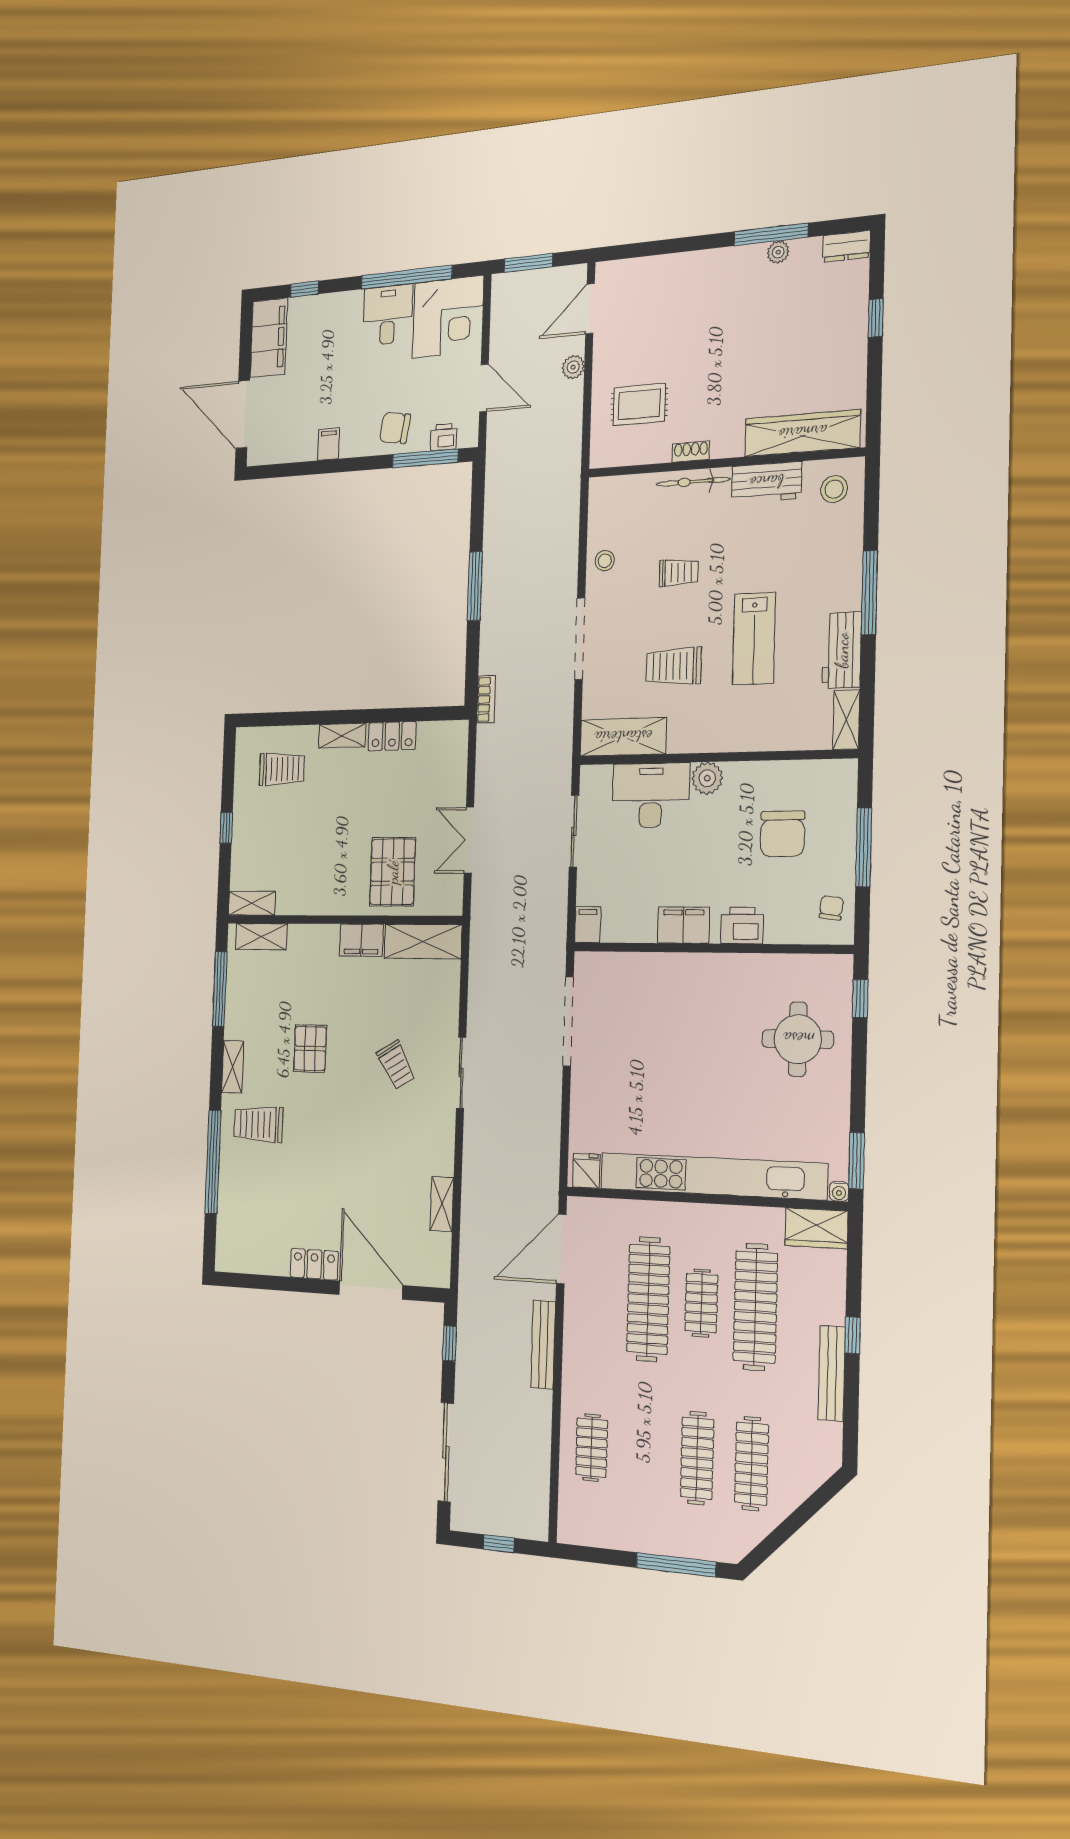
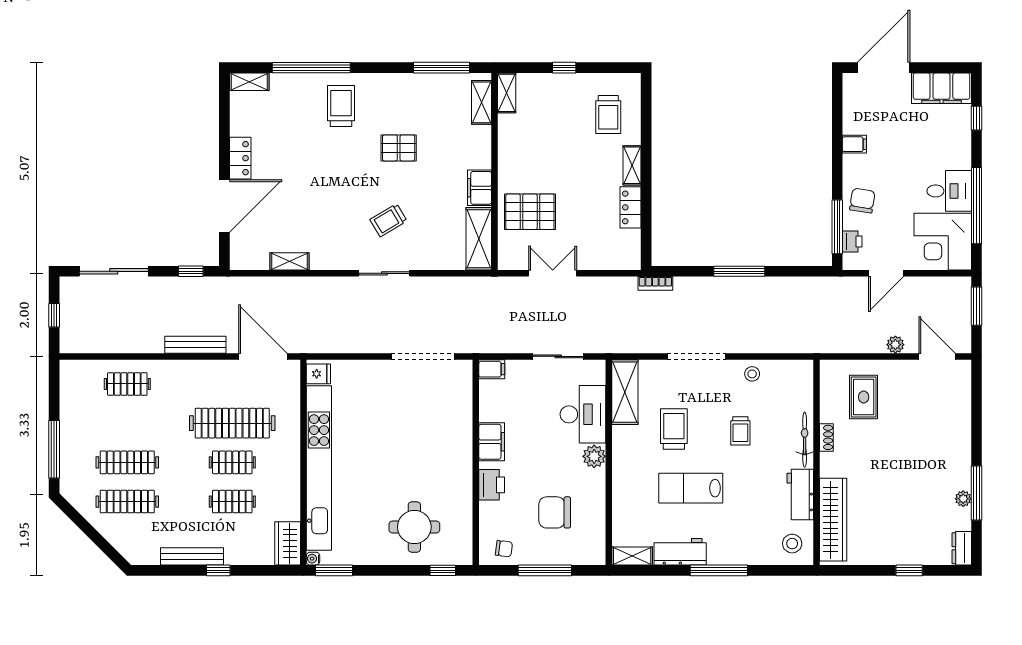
shelving: (233, 1067) -> (249, 82), moved
clothes rail: (755, 1307) -> (232, 502), width x0.54, depth x0.76

